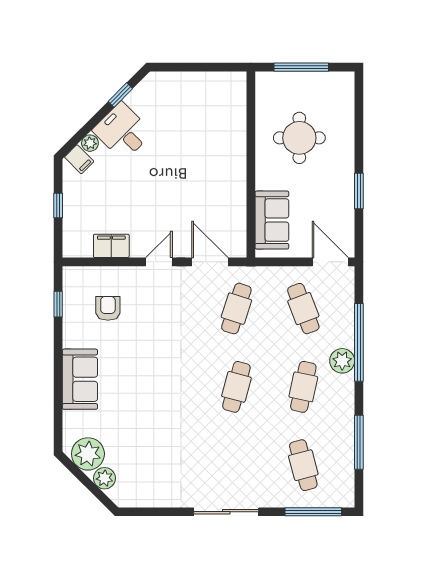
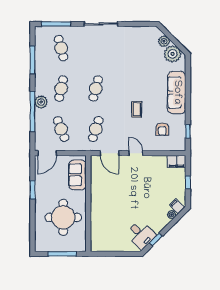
desk: (123, 131) -> (141, 235), moved
round table: (299, 138) -> (63, 217), width x1.36, depth x1.36
filing cabinet: (111, 246) -> (177, 161), moved
door: (159, 262) -> (136, 153), swing flipped
door: (330, 262) -> (47, 153), hinge flipped
coffee table: (157, 347) -> (137, 109), added
sofa: (80, 379) -> (177, 92), width x1.36

